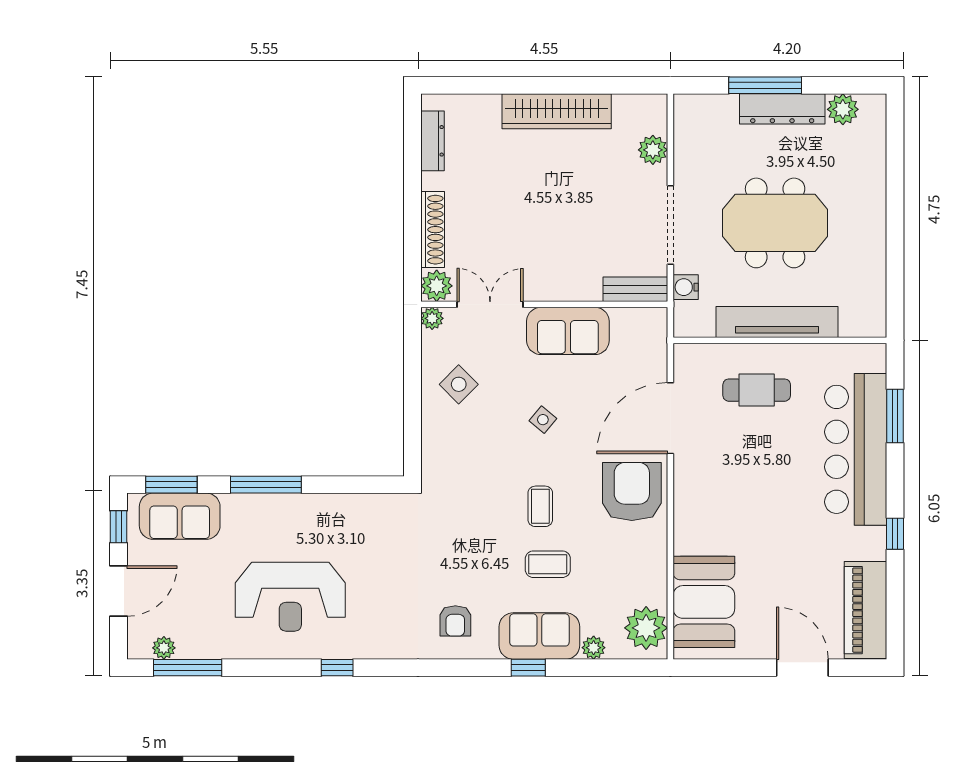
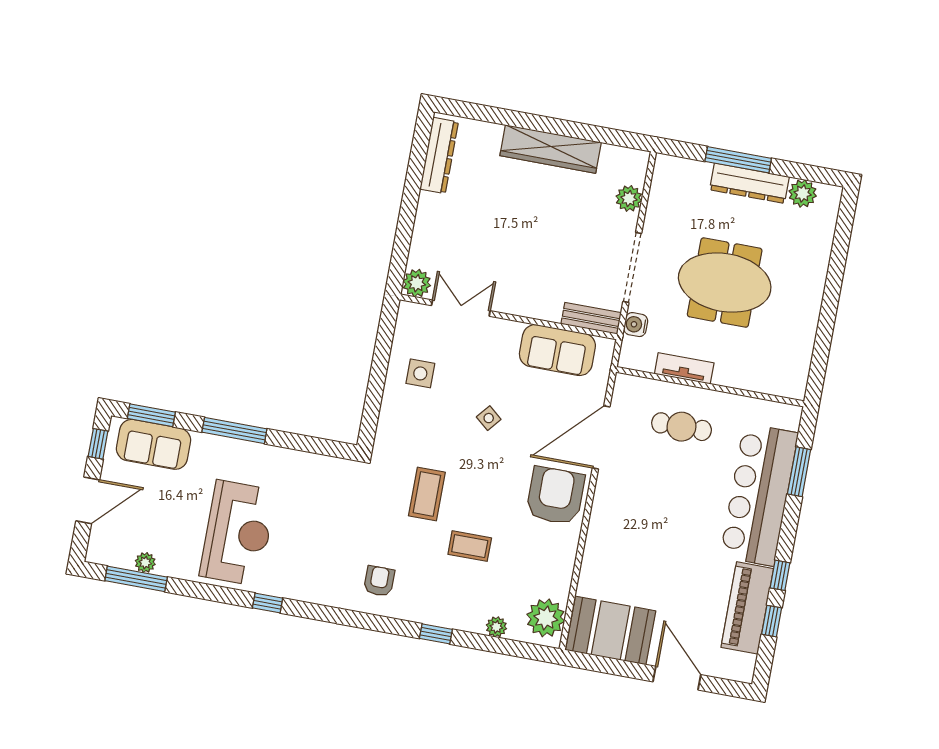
dresser: (433, 141) -> (439, 155), width x1.37, depth x1.24
shoe rack: (433, 230) -> (422, 233), removed
plant: (432, 318) -> (408, 311), removed
tv unit: (777, 322) -> (684, 368), width x0.52, depth x0.78
sofa: (568, 331) -> (557, 350), moved
side table: (459, 384) -> (420, 373), turned 45
coffee table: (540, 506) -> (427, 494), moved, width x1.36, depth x1.30
window: (895, 586) -> (772, 621), added
reception desk: (290, 597) -> (238, 533), turned -90
booth: (704, 602) -> (611, 630), moved, turned 90
piano: (866, 610) -> (747, 608), moved
armchair: (455, 621) -> (379, 581), turned 180
sofa: (539, 636) -> (451, 608), removed
plant: (164, 648) -> (145, 563), moved

